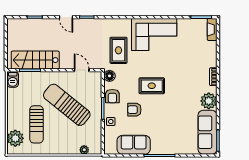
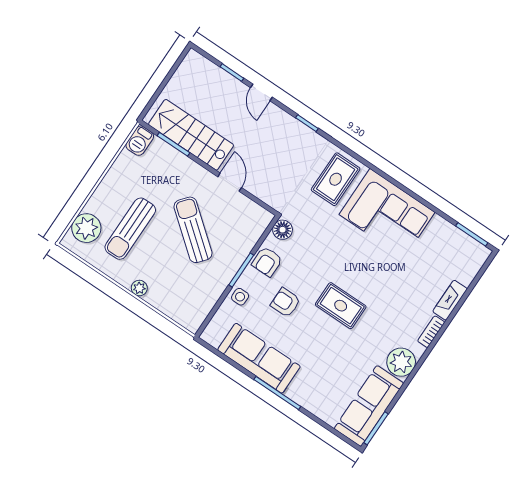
door: (66, 17) -> (261, 92), moved
fireplace: (212, 29) -> (450, 300), moved
rug: (118, 50) -> (336, 179), moved
door: (82, 70) -> (230, 182), moved
rug: (152, 86) -> (341, 306), moved
sun lounger: (67, 105) -> (193, 230), width x0.73, depth x0.75
sofa: (134, 145) -> (259, 358), width x1.36
plant: (84, 150) -> (139, 288), moved

